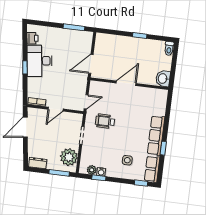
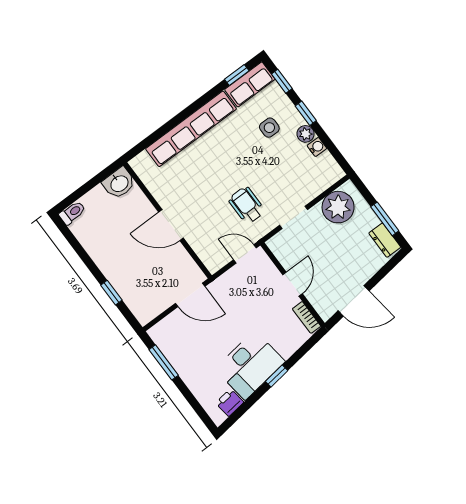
window: (140, 35) -> (111, 293), moved
door: (56, 109) -> (293, 284), hinge flipped
wheelchair: (105, 121) -> (247, 205), turned 180
row of seats: (156, 136) -> (191, 129), width x1.36
window: (163, 148) -> (237, 75), moved
plant: (92, 170) -> (306, 134), moved
window: (59, 173) -> (385, 219), moved
window: (99, 178) -> (306, 113), moved

